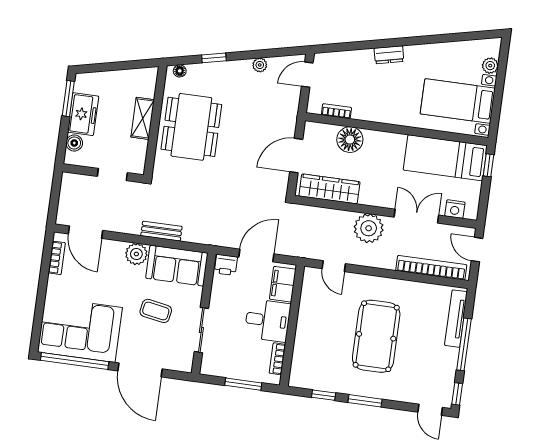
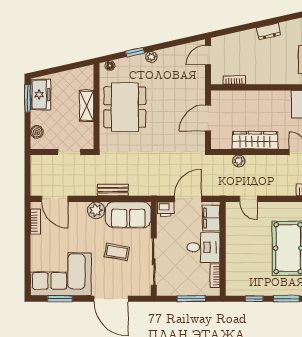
plant: (260, 65) -> (151, 57), moved
freezer: (83, 114) -> (41, 95), moved
floor lamp: (350, 140) -> (247, 100), removed
wardrobe: (329, 189) -> (255, 140), moved
plant: (369, 228) -> (239, 161), moved, width x0.53, depth x0.53
sliding door: (201, 330) -> (154, 262), width x1.37
window: (75, 361) -> (60, 299), width x0.47

